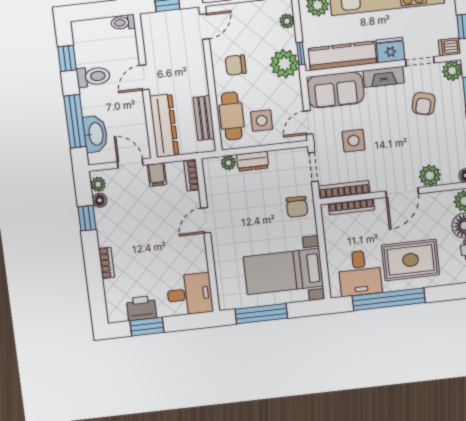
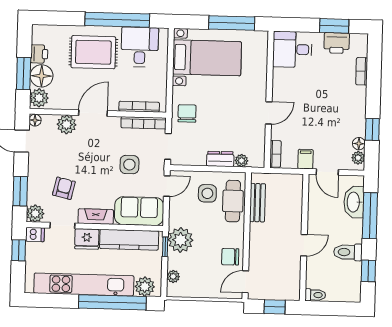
chair: (236, 65) -> (230, 257), moved, turned 180
dresser: (164, 126) -> (293, 201), removed
bookcase: (107, 263) -> (362, 71), moved

